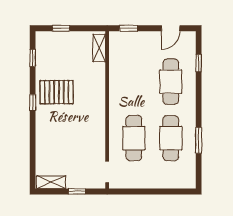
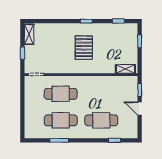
door: (171, 28) -> (140, 108), moved
pallet: (57, 92) -> (84, 48), moved

